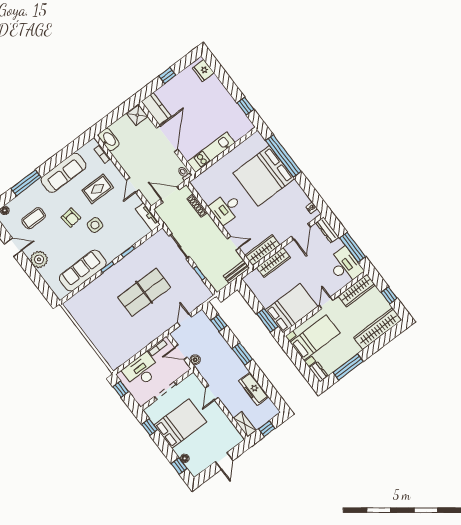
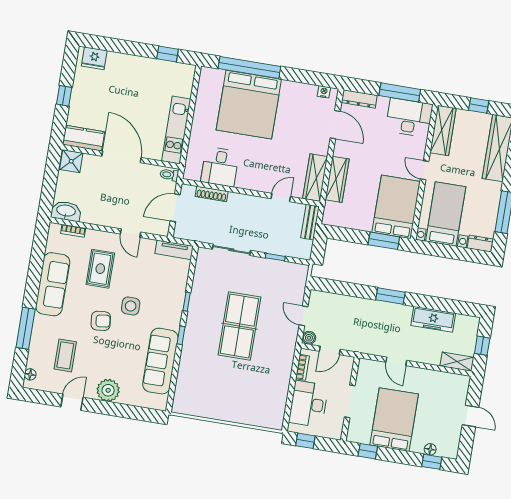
desk: (226, 208) -> (220, 167), moved
window: (219, 323) -> (340, 288), removed
boiler: (195, 360) -> (309, 338), moved

